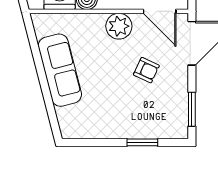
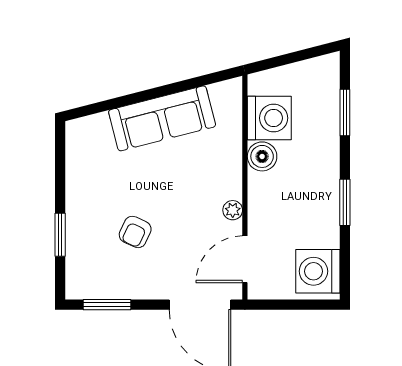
plant: (119, 26) -> (233, 210), width x0.53, depth x0.53
armchair: (146, 70) -> (135, 232), moved

